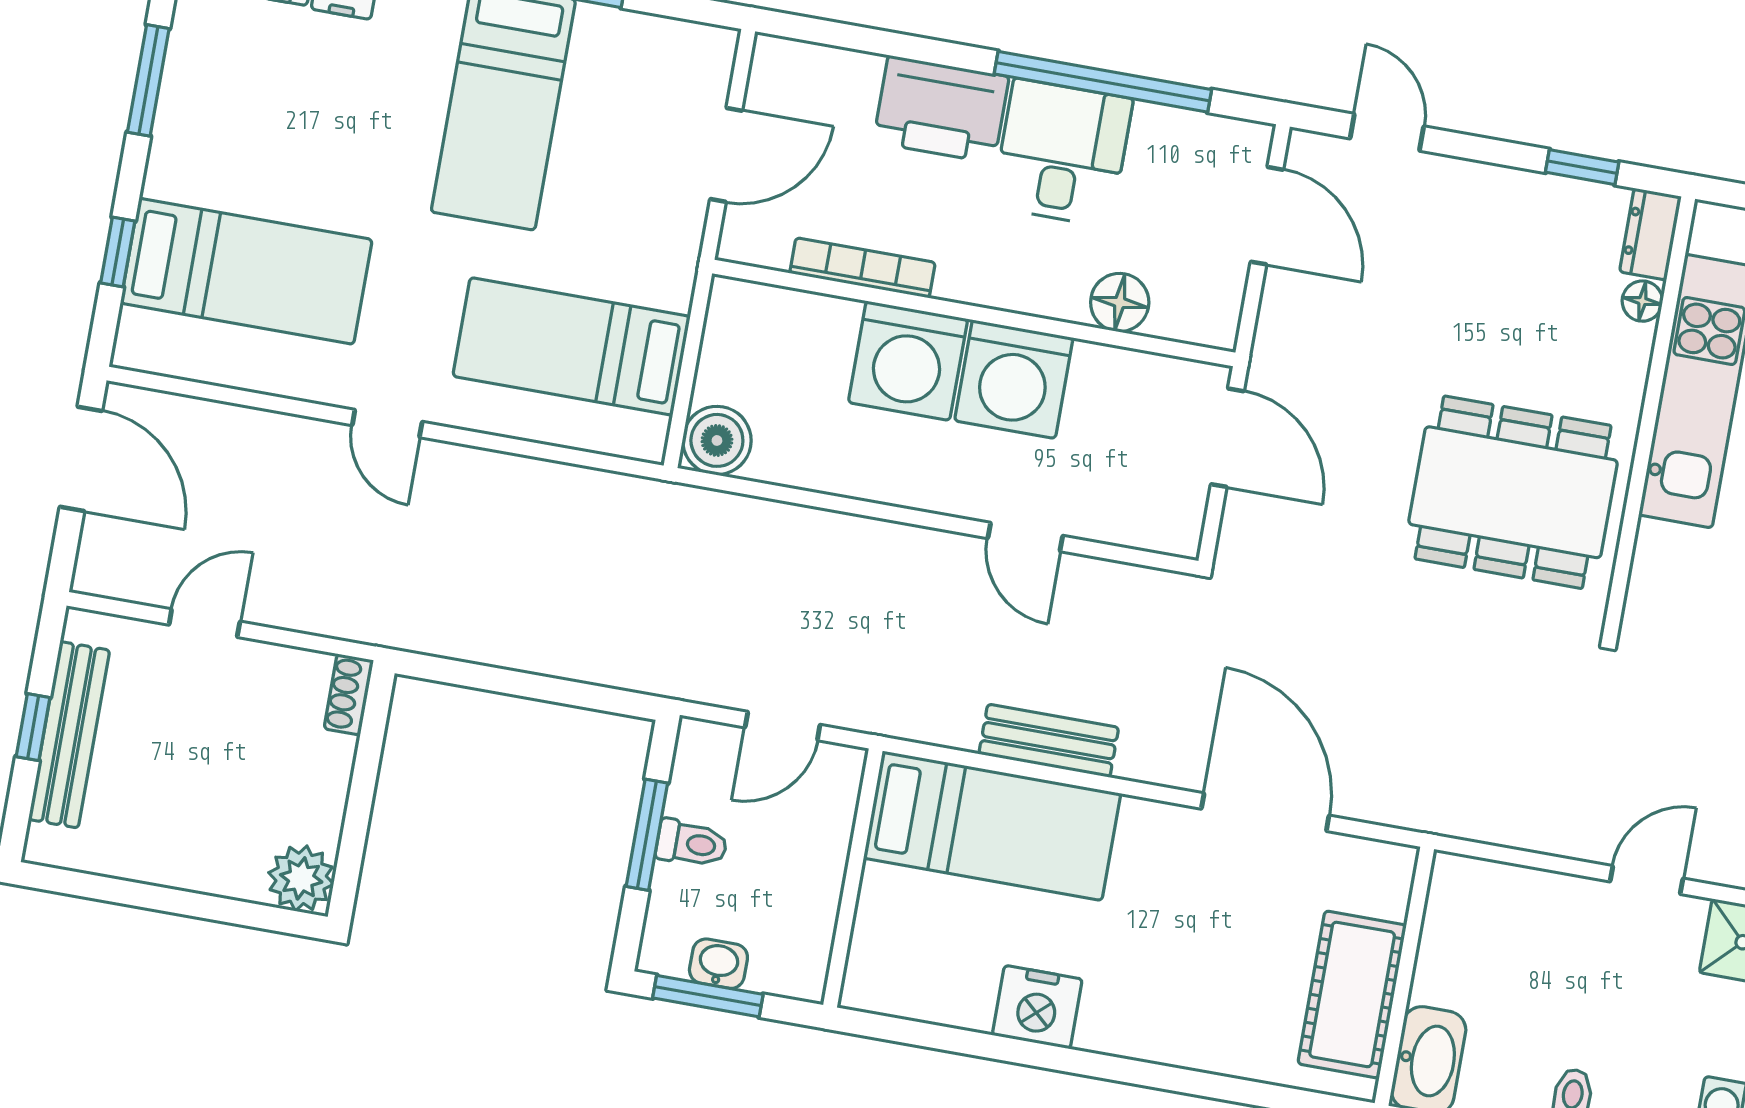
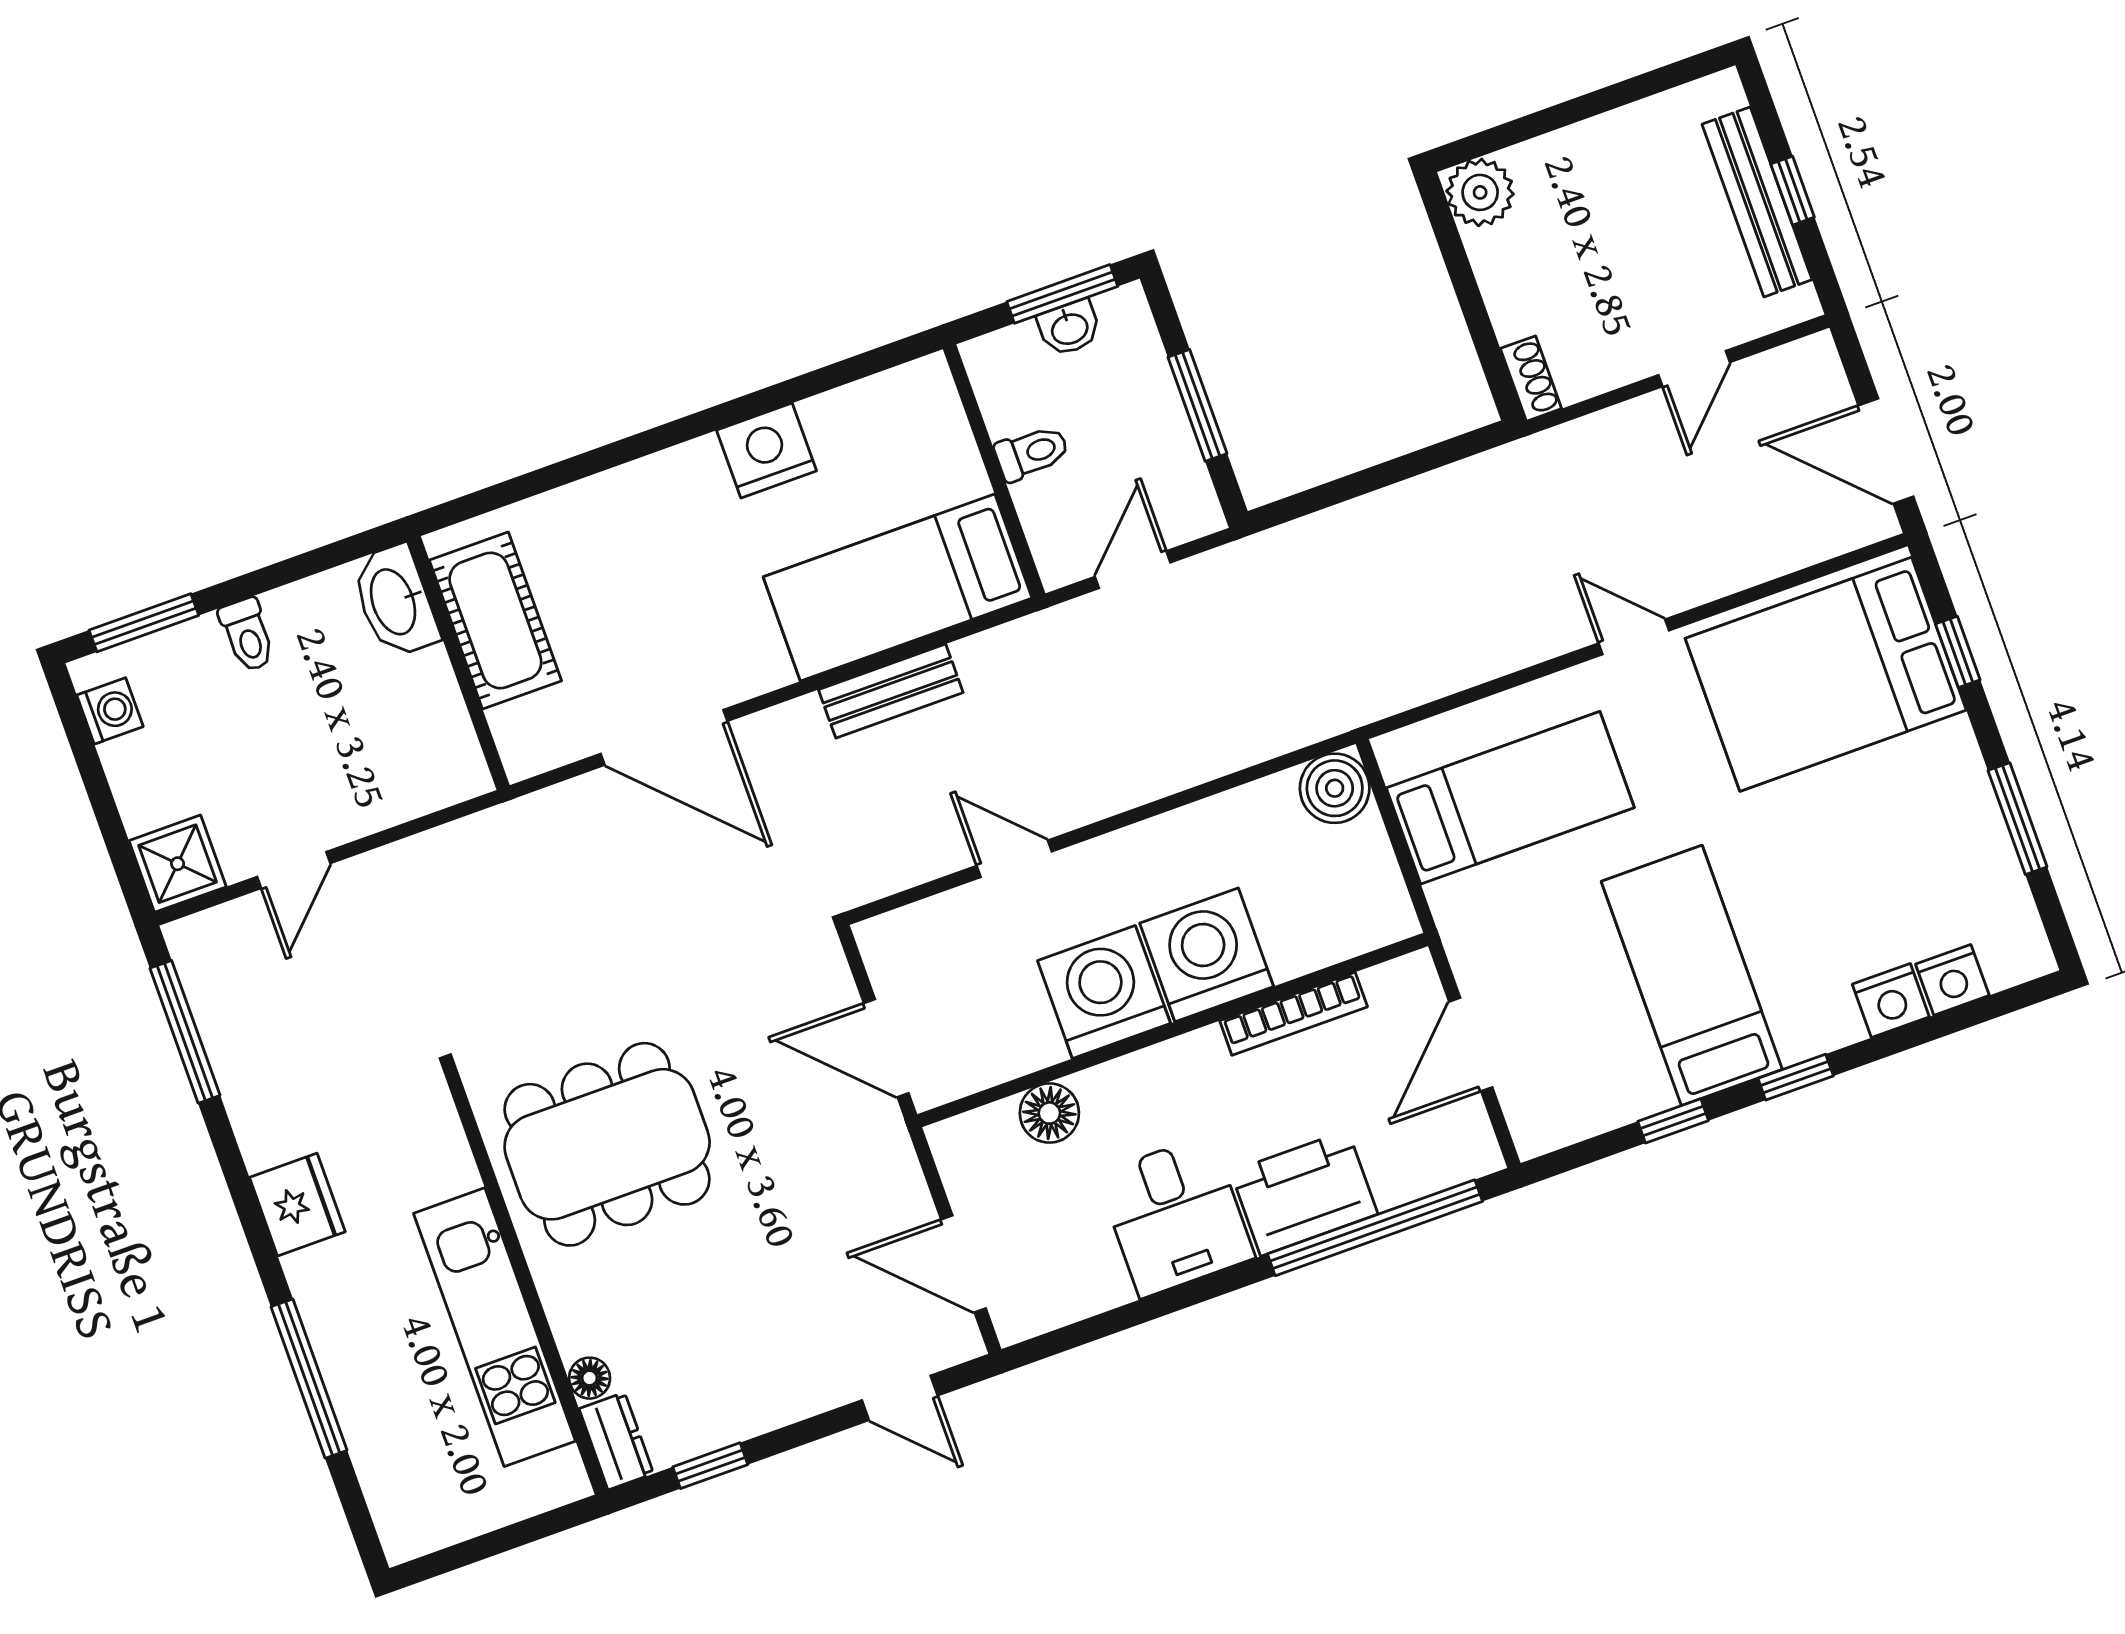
window: (1103, 82) -> (1375, 1228), moved
bed: (246, 271) -> (1826, 674), width x1.50
toilet: (692, 843) -> (1032, 453), moved, turned 180

